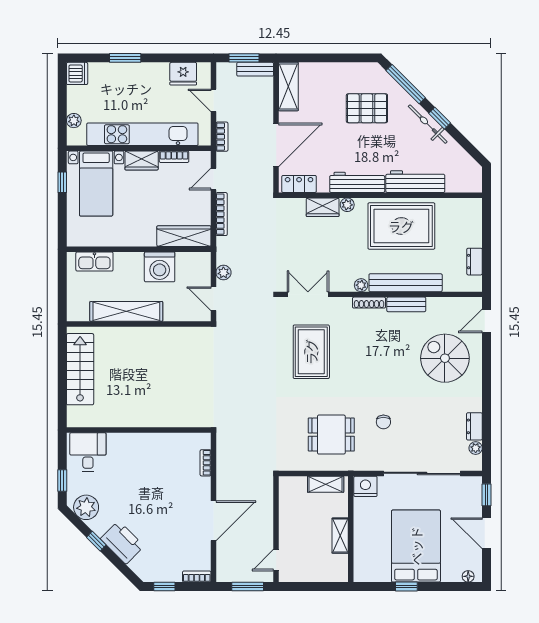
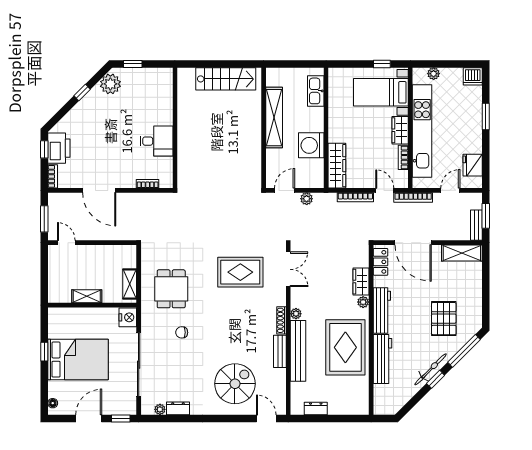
bookcase: (222, 137) -> (413, 197), width x1.56
desk: (88, 452) -> (157, 141), moved
printer: (122, 542) -> (59, 148), moved, turned -45

